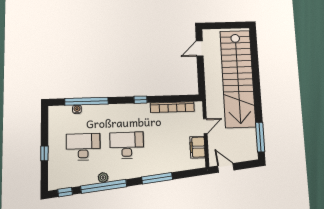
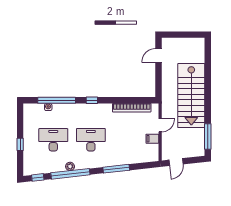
stairs: (238, 78) -> (191, 96), width x0.73
window: (141, 100) -> (92, 100), moved
filing cabinet: (197, 147) -> (152, 139), width x0.50
door: (226, 168) -> (176, 162), swing flipped

